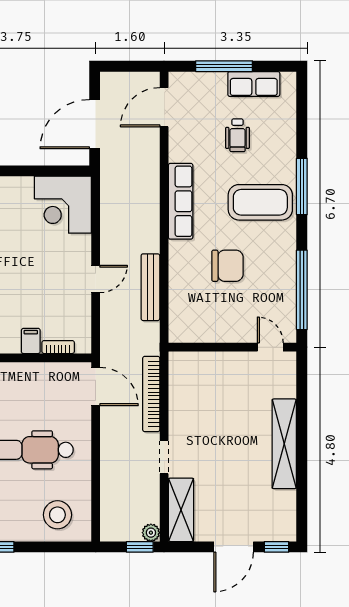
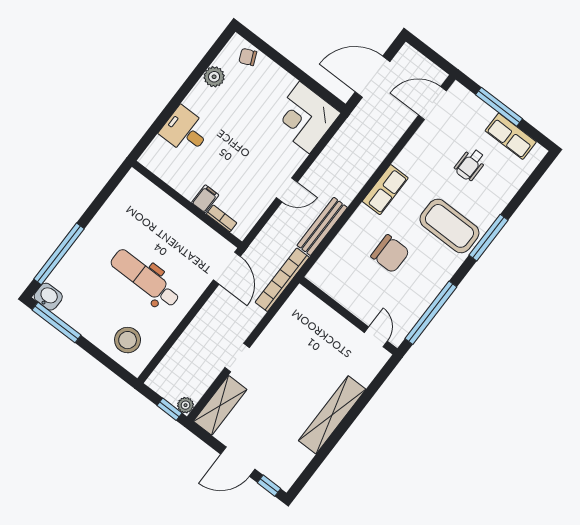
row of seats: (181, 201) -> (385, 190), width x0.68
bookcase: (151, 394) -> (282, 280), moved

